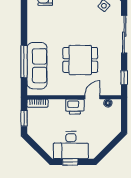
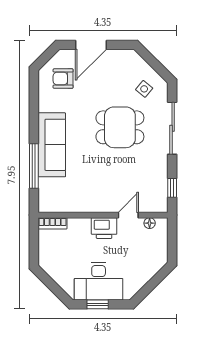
dining table: (80, 60) -> (120, 127), moved
sofa: (37, 66) -> (52, 145), moved
window: (24, 118) -> (34, 244), removed

